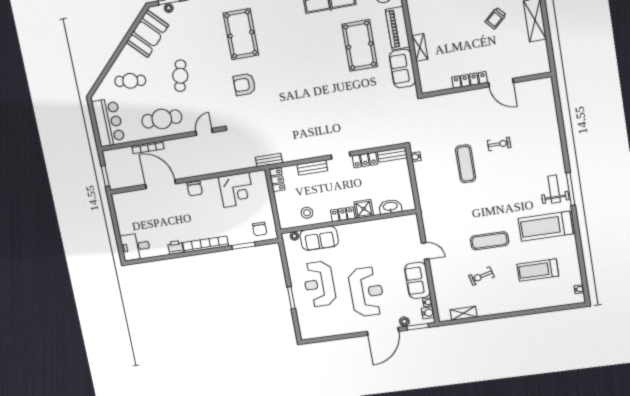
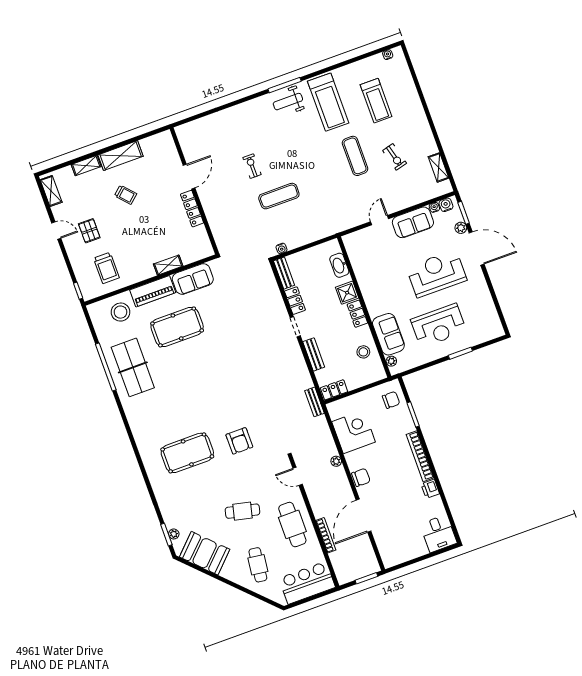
plant: (212, 169) -> (336, 461), added

